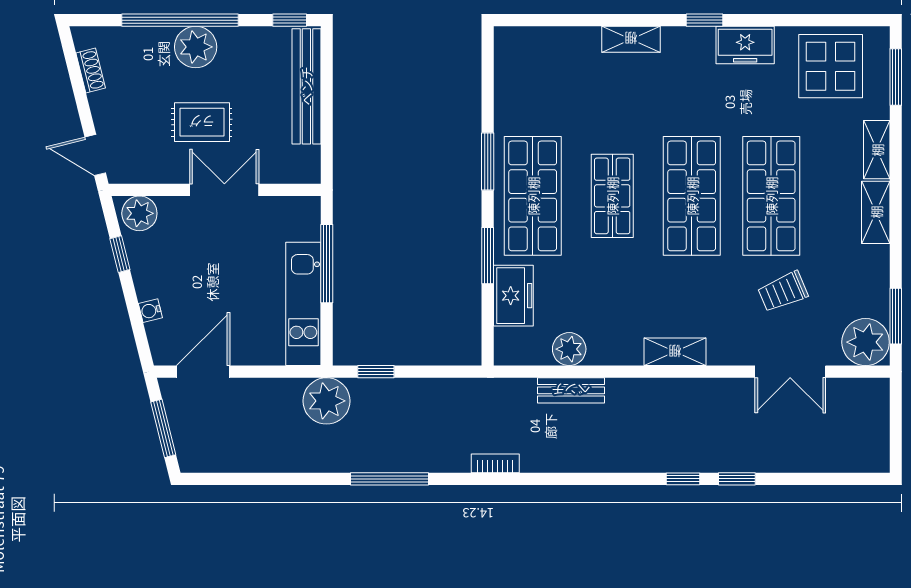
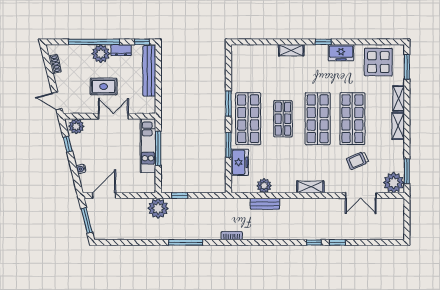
dresser: (242, 39) -> (121, 50), added
kitchen unit: (303, 304) -> (148, 146), moved

